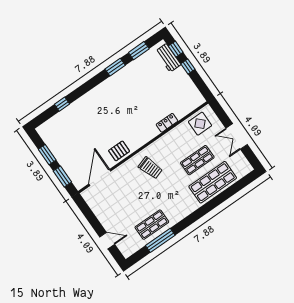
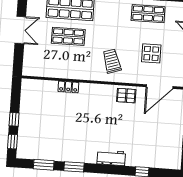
workbench: (168, 58) -> (111, 158), moved, turned -90
display table: (200, 124) -> (151, 53), moved

